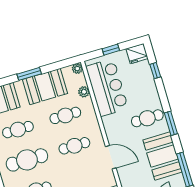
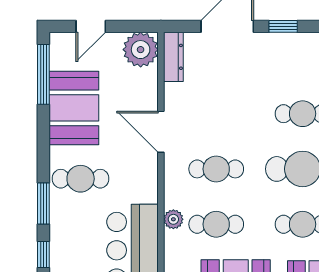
plant: (84, 92) -> (173, 219), moved
window: (171, 123) -> (43, 203), moved

